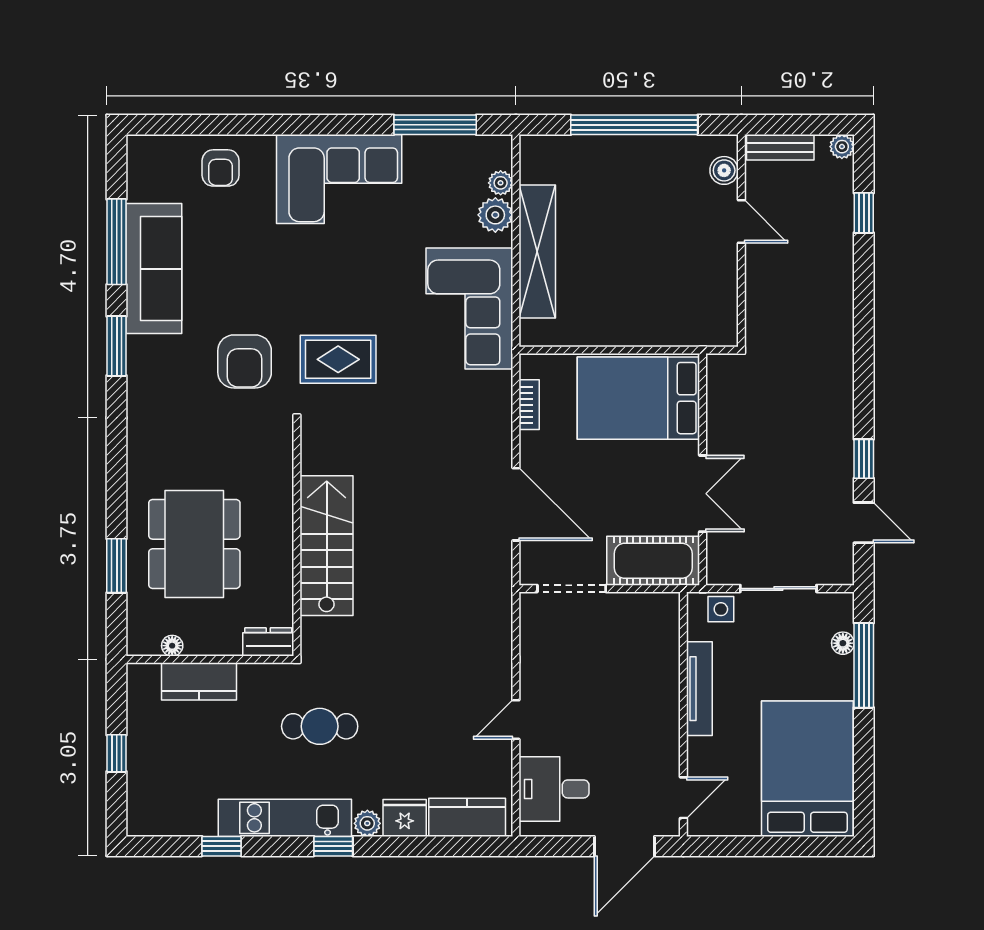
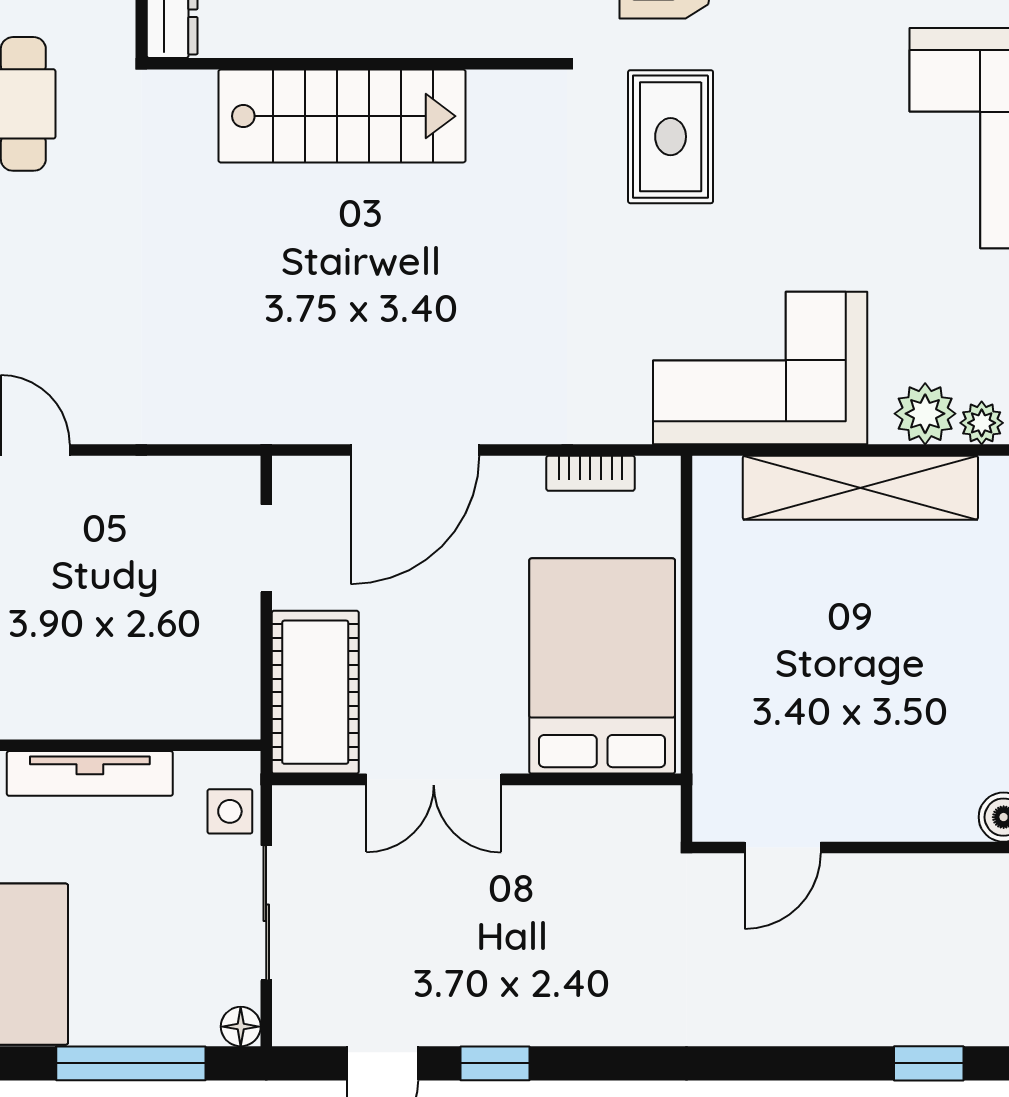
door: (741, 222) -> (783, 848), moved
doorway: (572, 589) -> (266, 548), width x0.73
floor lamp: (843, 643) -> (241, 1027), moved

